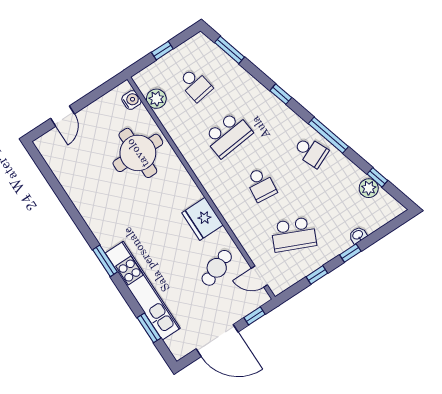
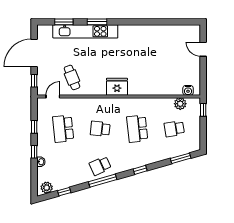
window: (162, 51) -> (203, 110), moved
round table: (138, 153) -> (158, 76), removed
plant: (369, 188) -> (47, 188), moved
fridge: (202, 219) -> (117, 87), moved
school desk: (294, 234) -> (63, 129), turned -30
window: (105, 261) -> (97, 22), moved

